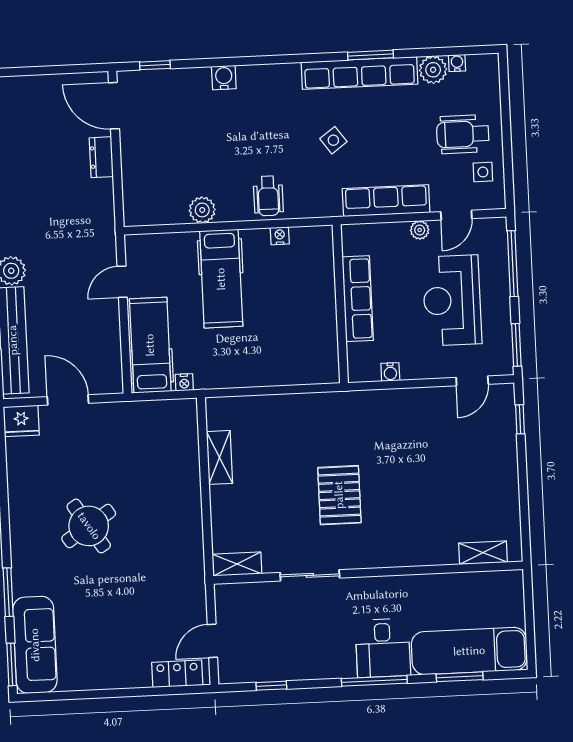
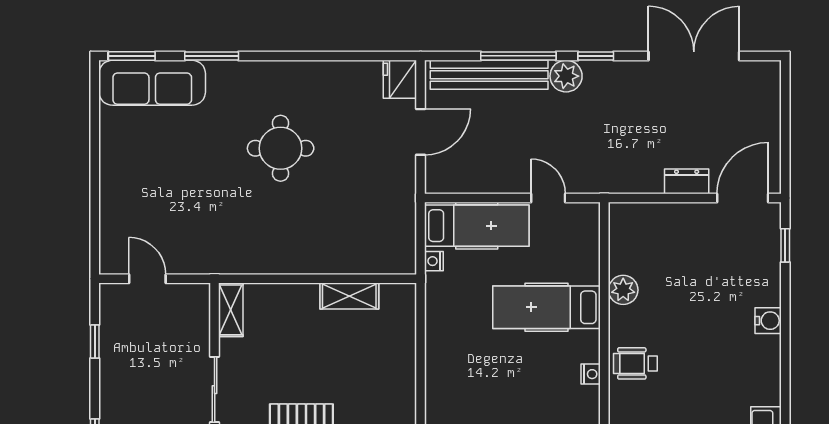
round table: (89, 526) -> (281, 148), turned 33
locker: (177, 674) -> (113, 238), removed

